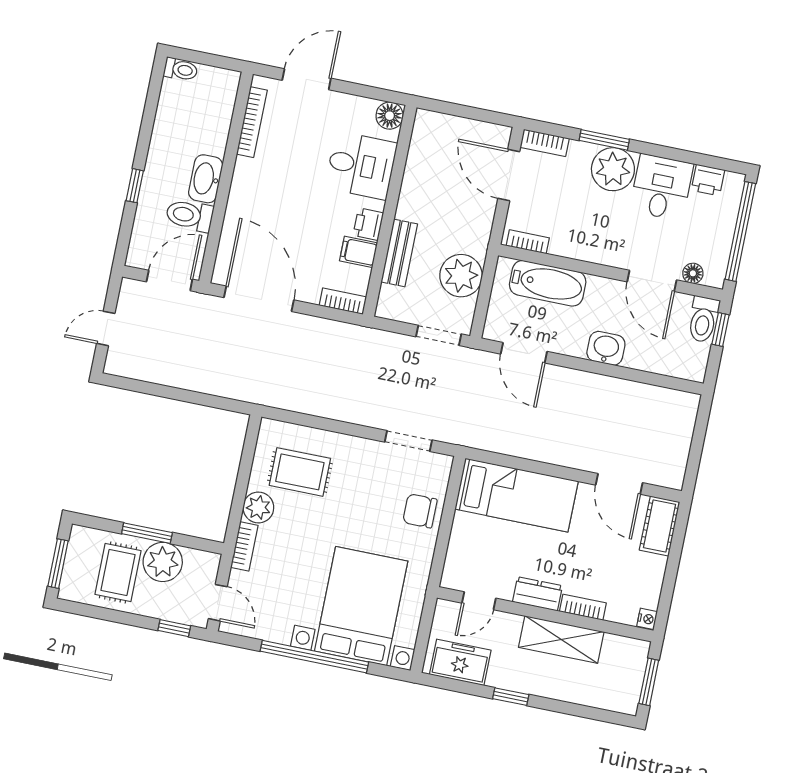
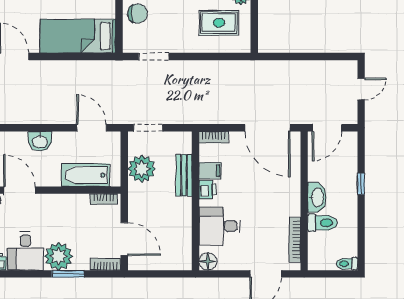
toilet: (190, 215) -> (322, 223), moved

